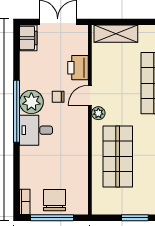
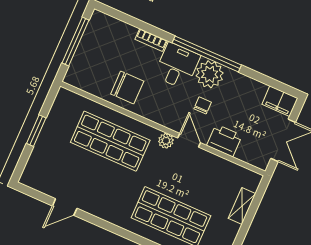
shelving: (116, 34) -> (242, 206), width x0.67, depth x0.75
chair: (55, 200) -> (127, 88), moved
bookcase: (25, 202) -> (151, 40), moved

